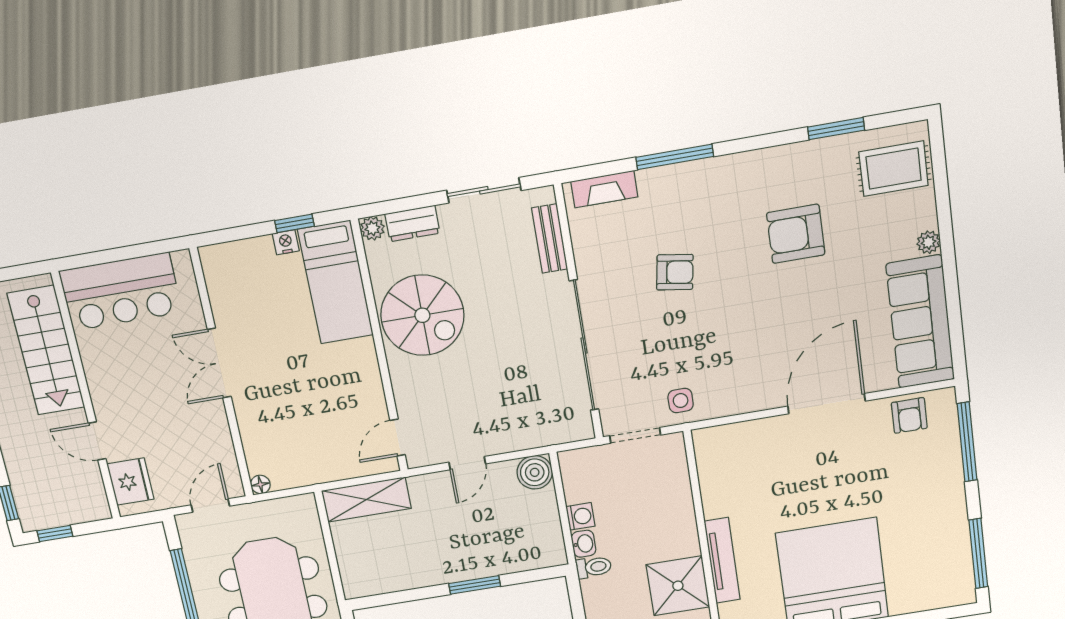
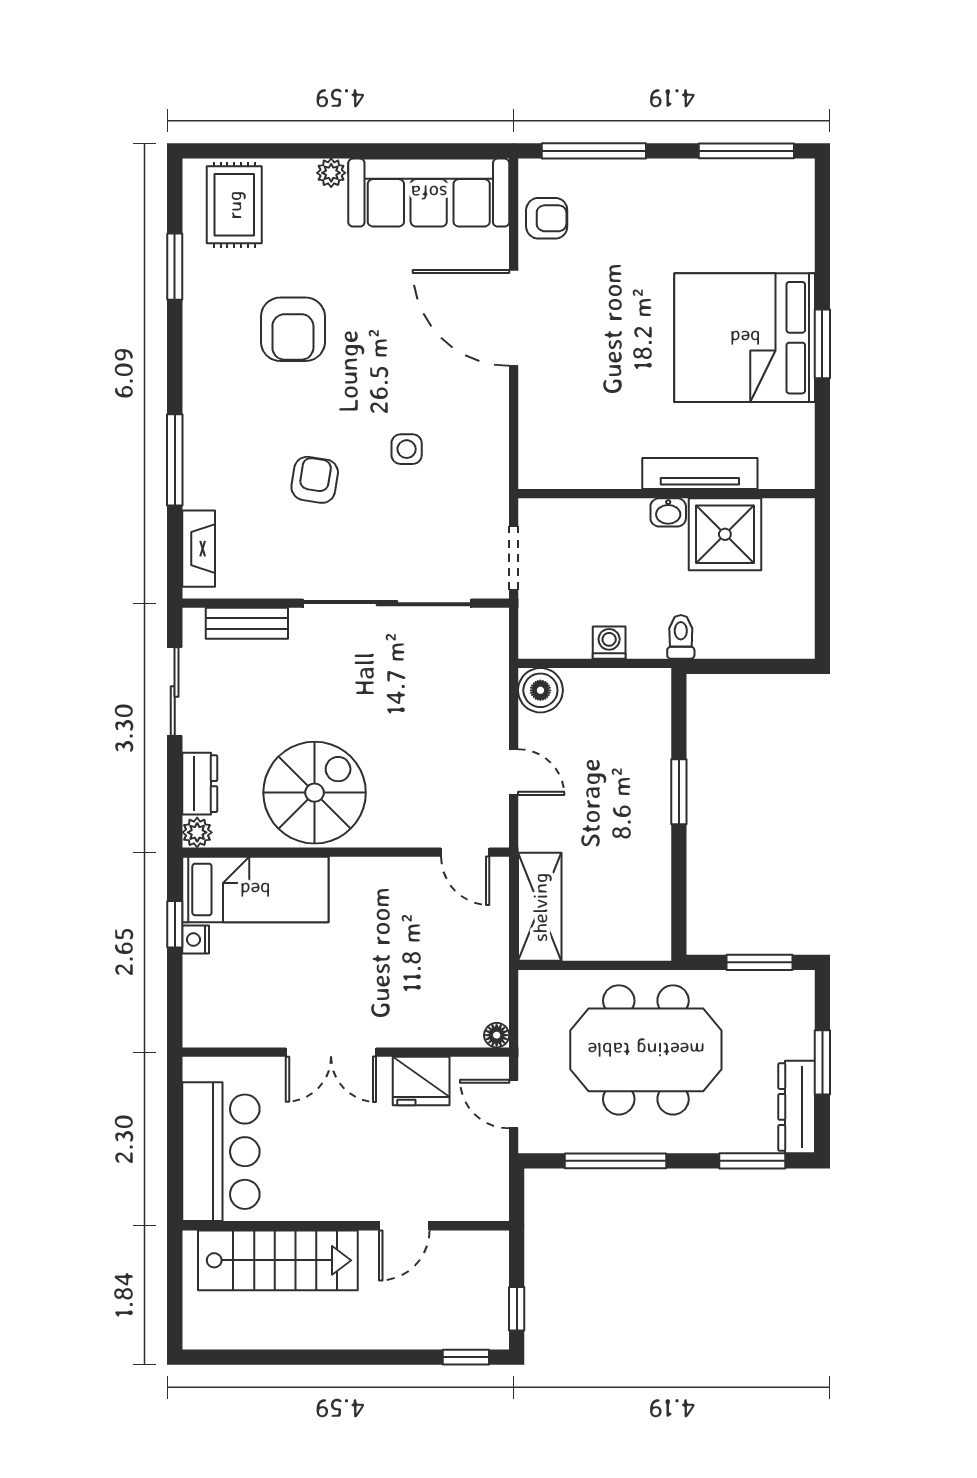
side table: (681, 401) -> (407, 449), moved
fridge: (130, 482) -> (421, 1081), moved, turned 180
washbasin: (584, 544) -> (668, 512), moved, turned 180

